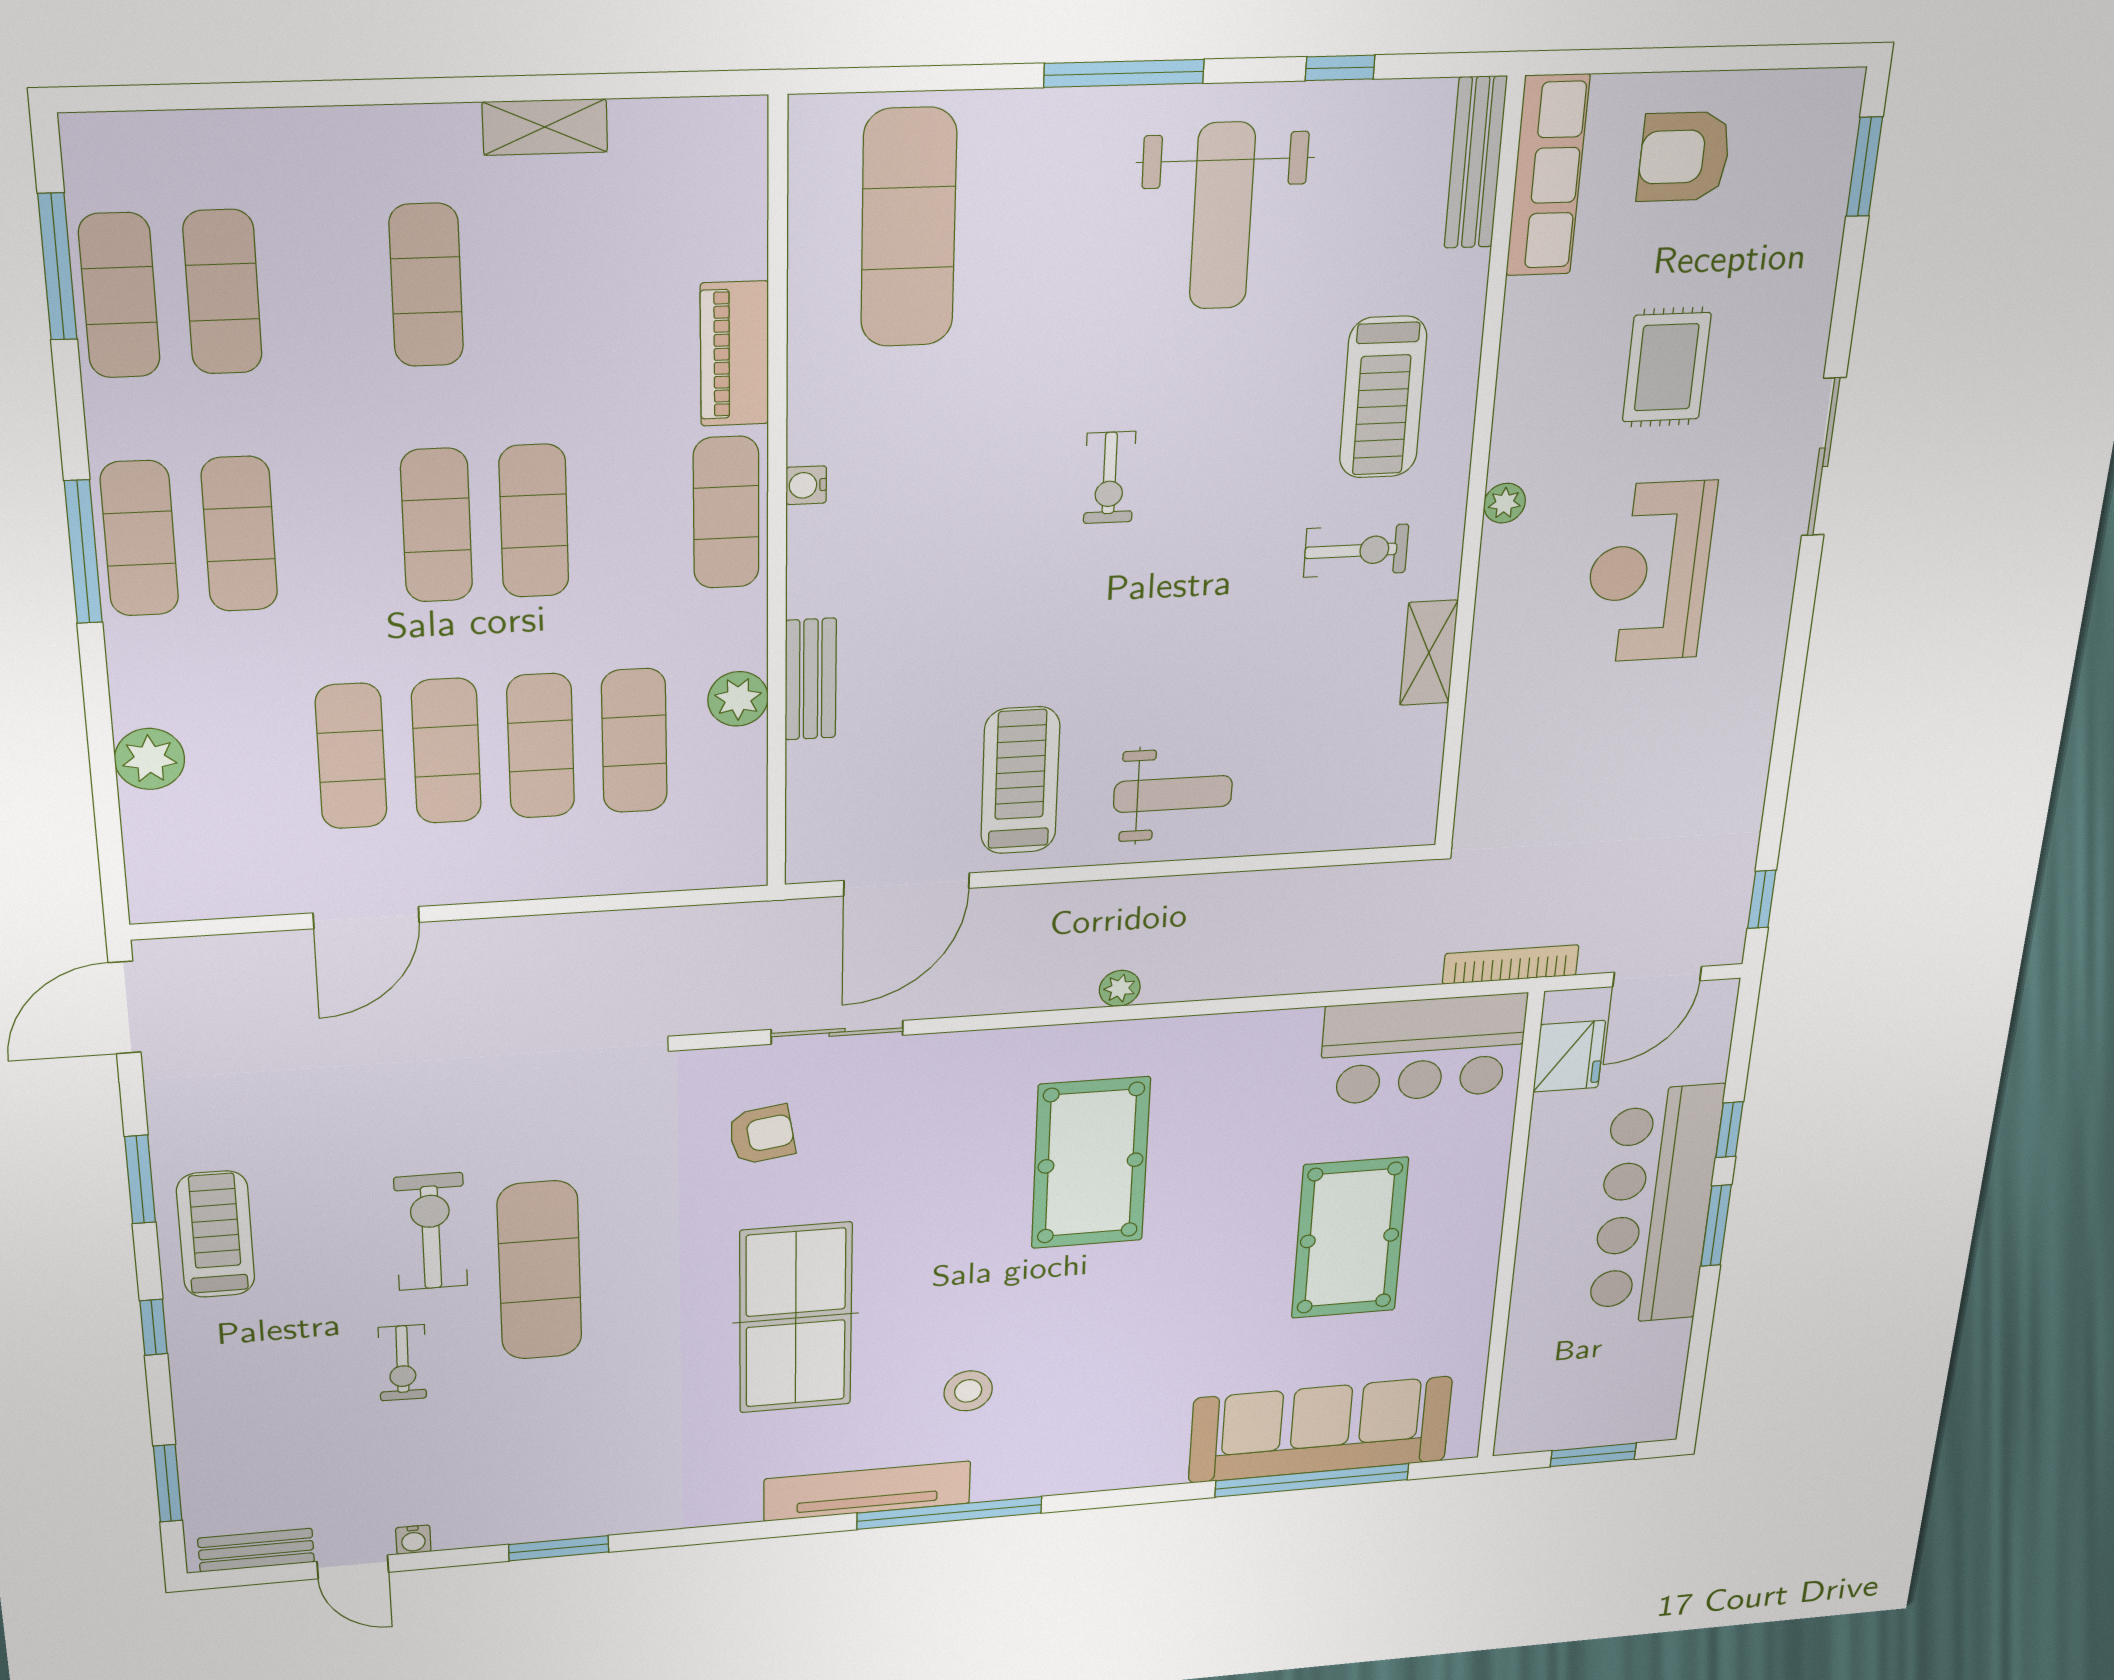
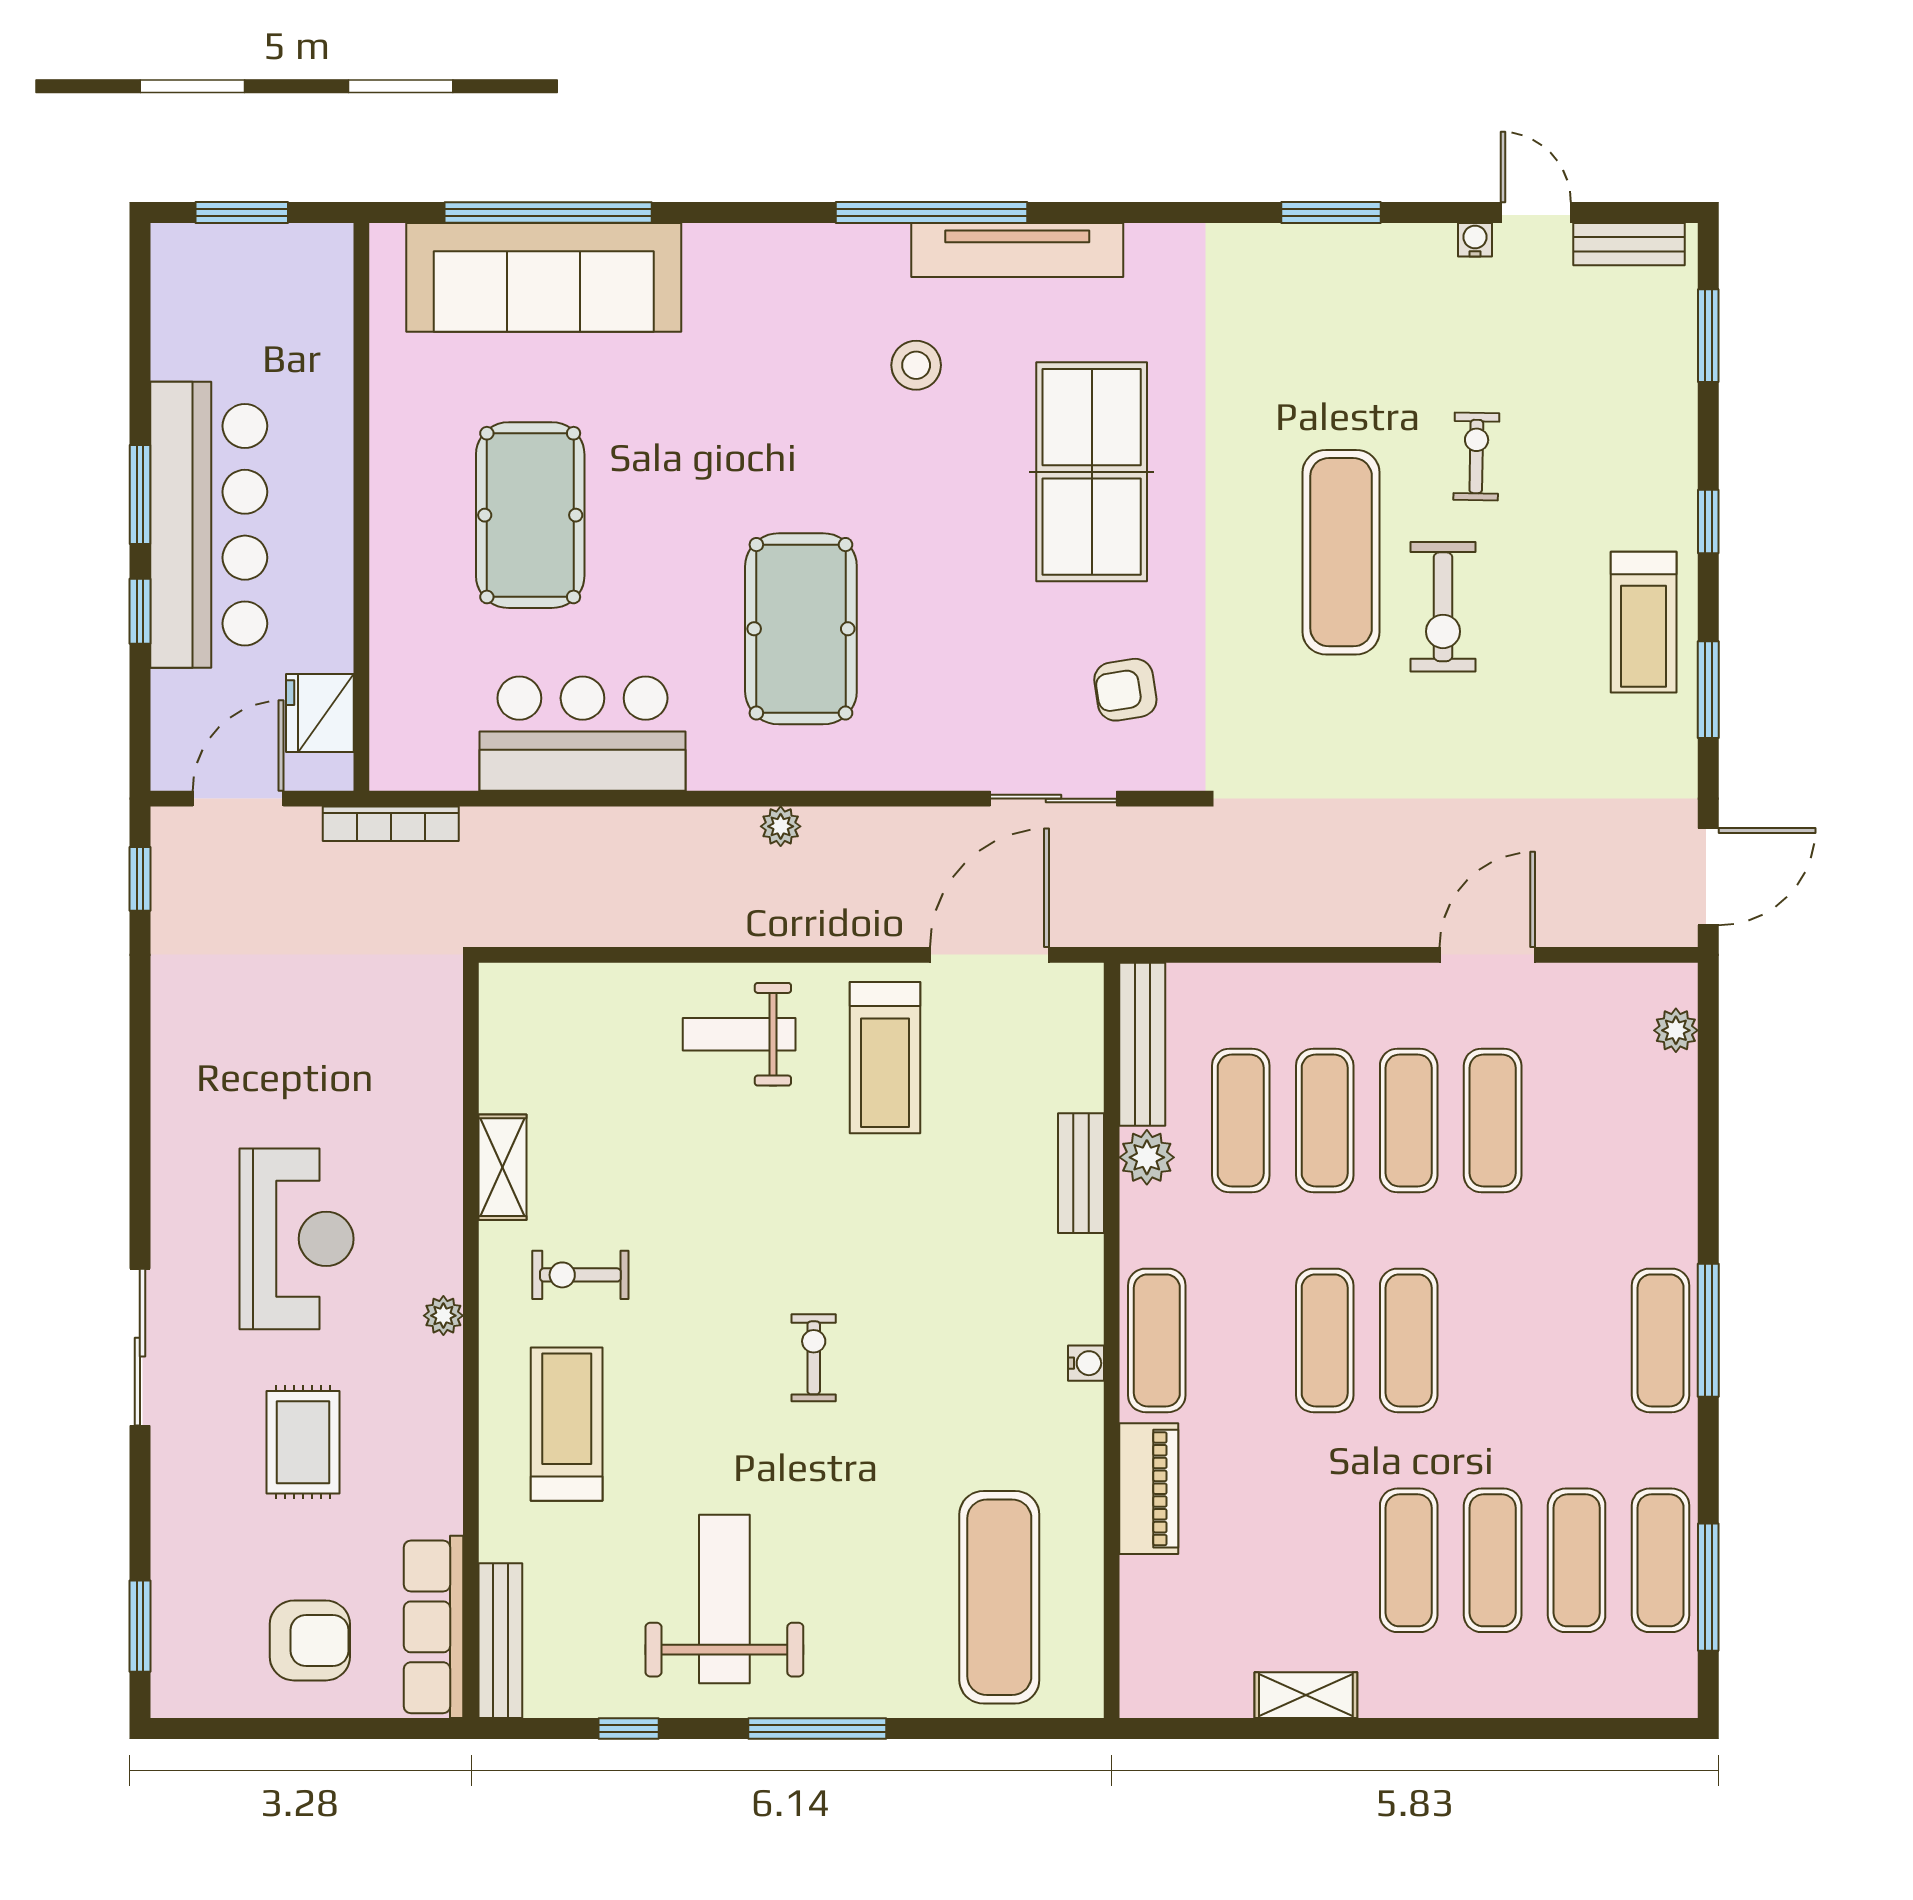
exercise mat: (239, 534) -> (1493, 1560), moved
plant: (150, 759) -> (1676, 1030), moved, width x0.73, depth x0.73
bench: (743, 809) -> (1142, 1044), added
bar counter: (1423, 1049) -> (582, 734), moved

